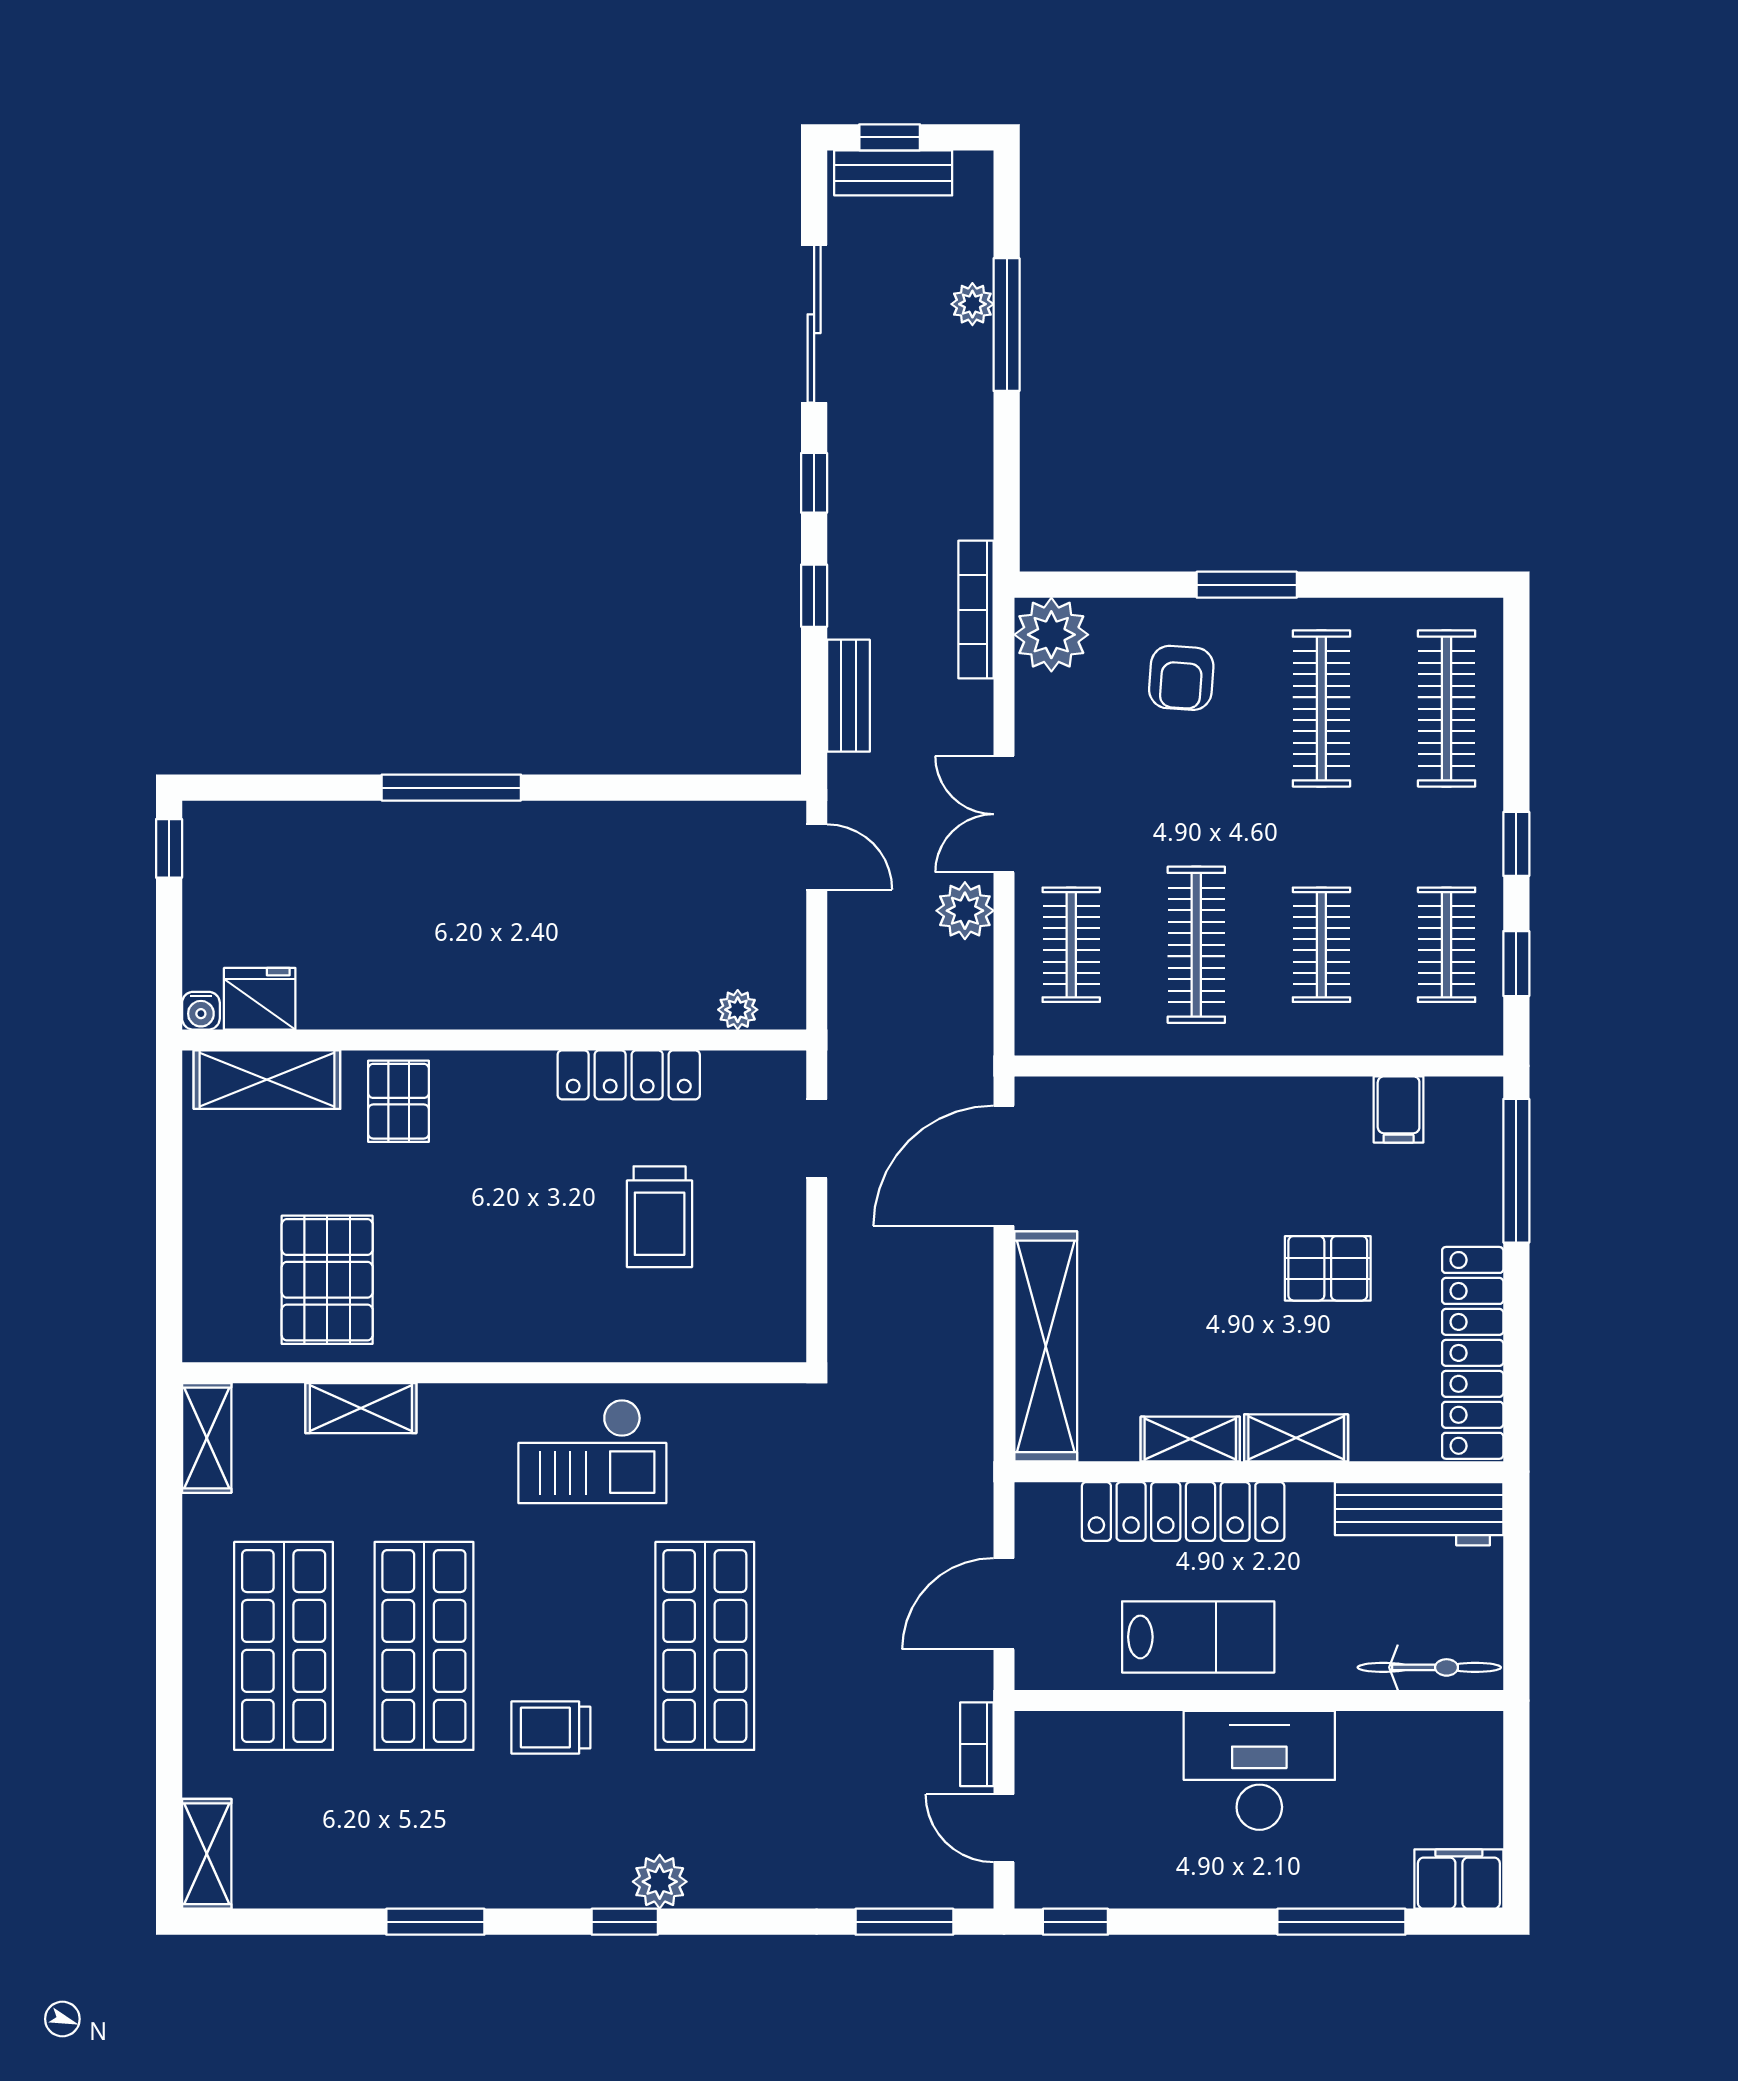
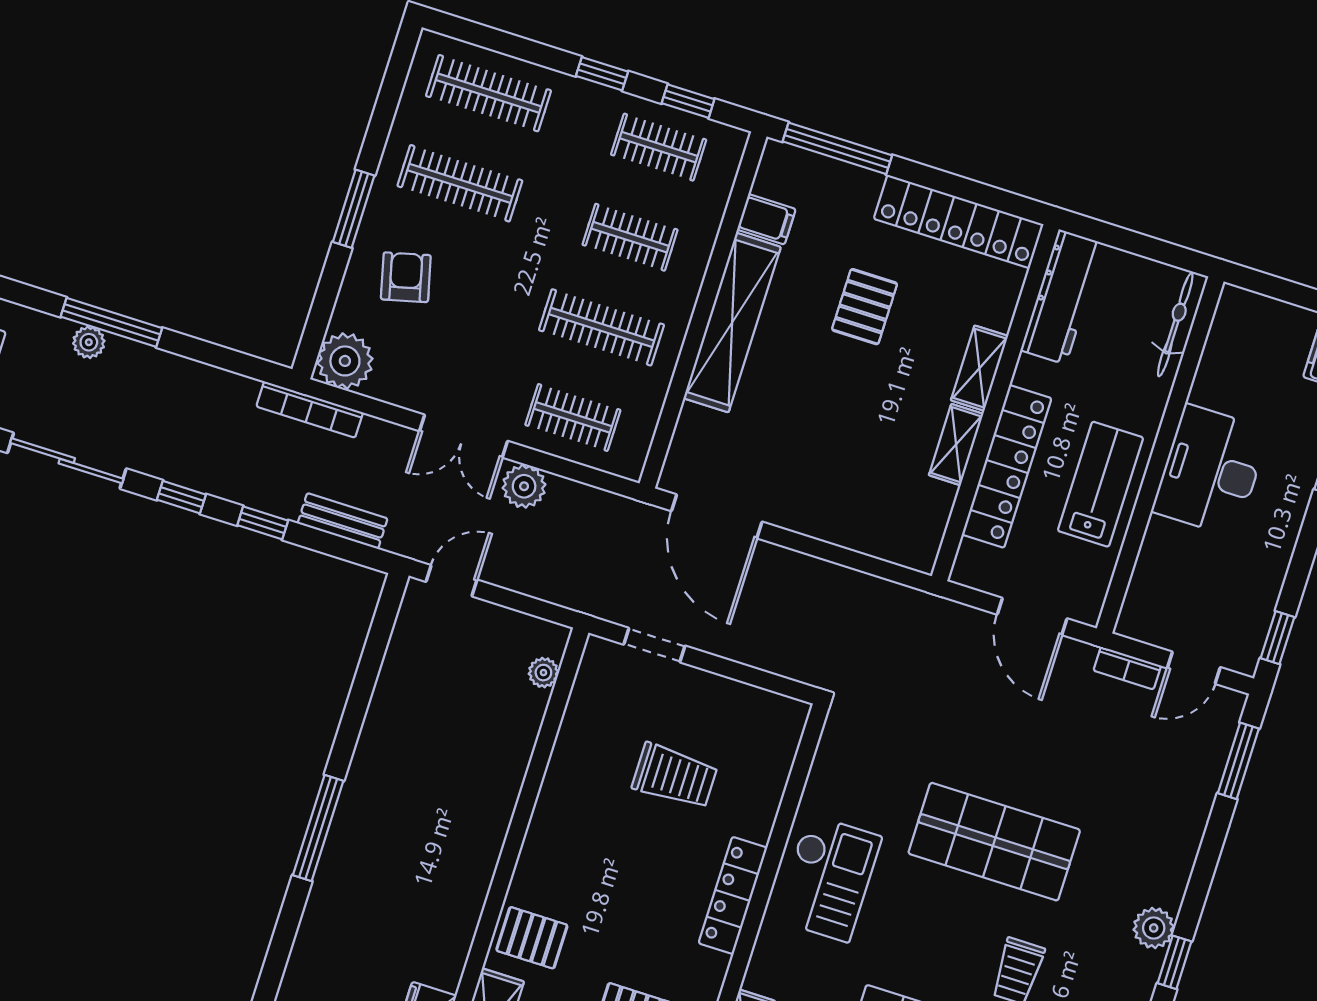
armchair: (1181, 678) -> (406, 277), turned -108
locker: (629, 1075) -> (733, 896), moved, turned 180
shelving: (1046, 1346) -> (732, 323), moved, turned 90

